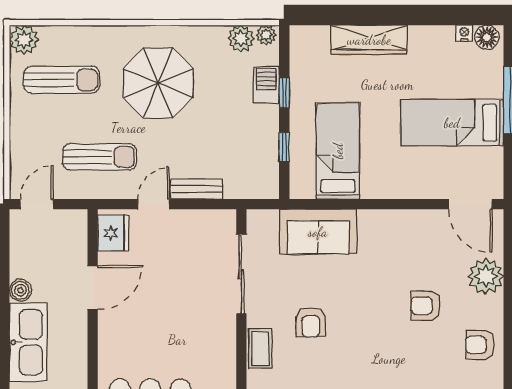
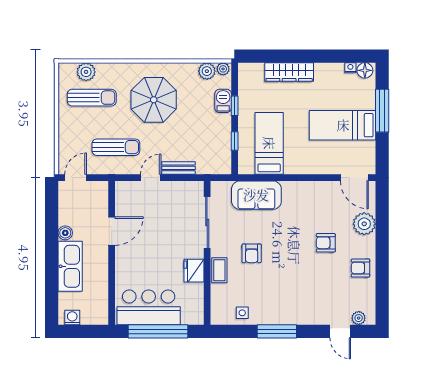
plant: (24, 40) -> (86, 72), moved
fridge: (113, 233) -> (194, 271), moved, turned 180

